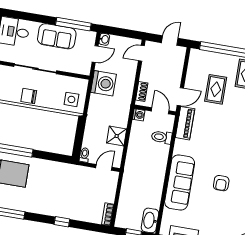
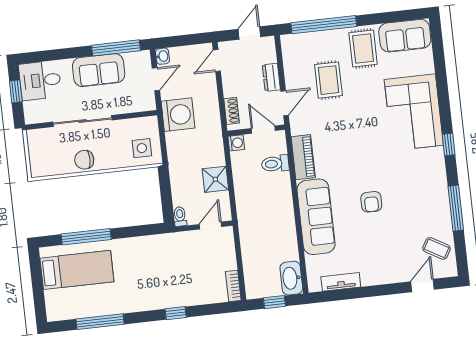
dresser: (176, 76) -> (271, 77), added
piano: (185, 123) -> (303, 157), moved

